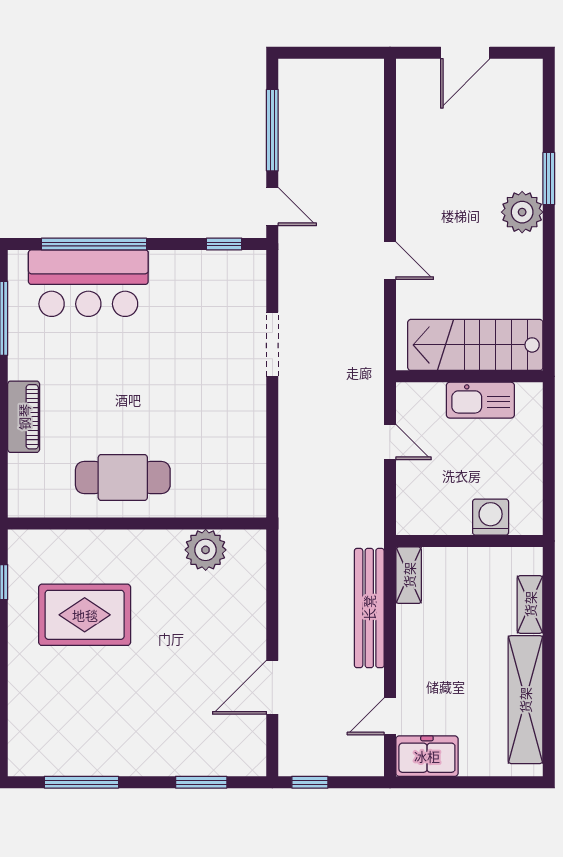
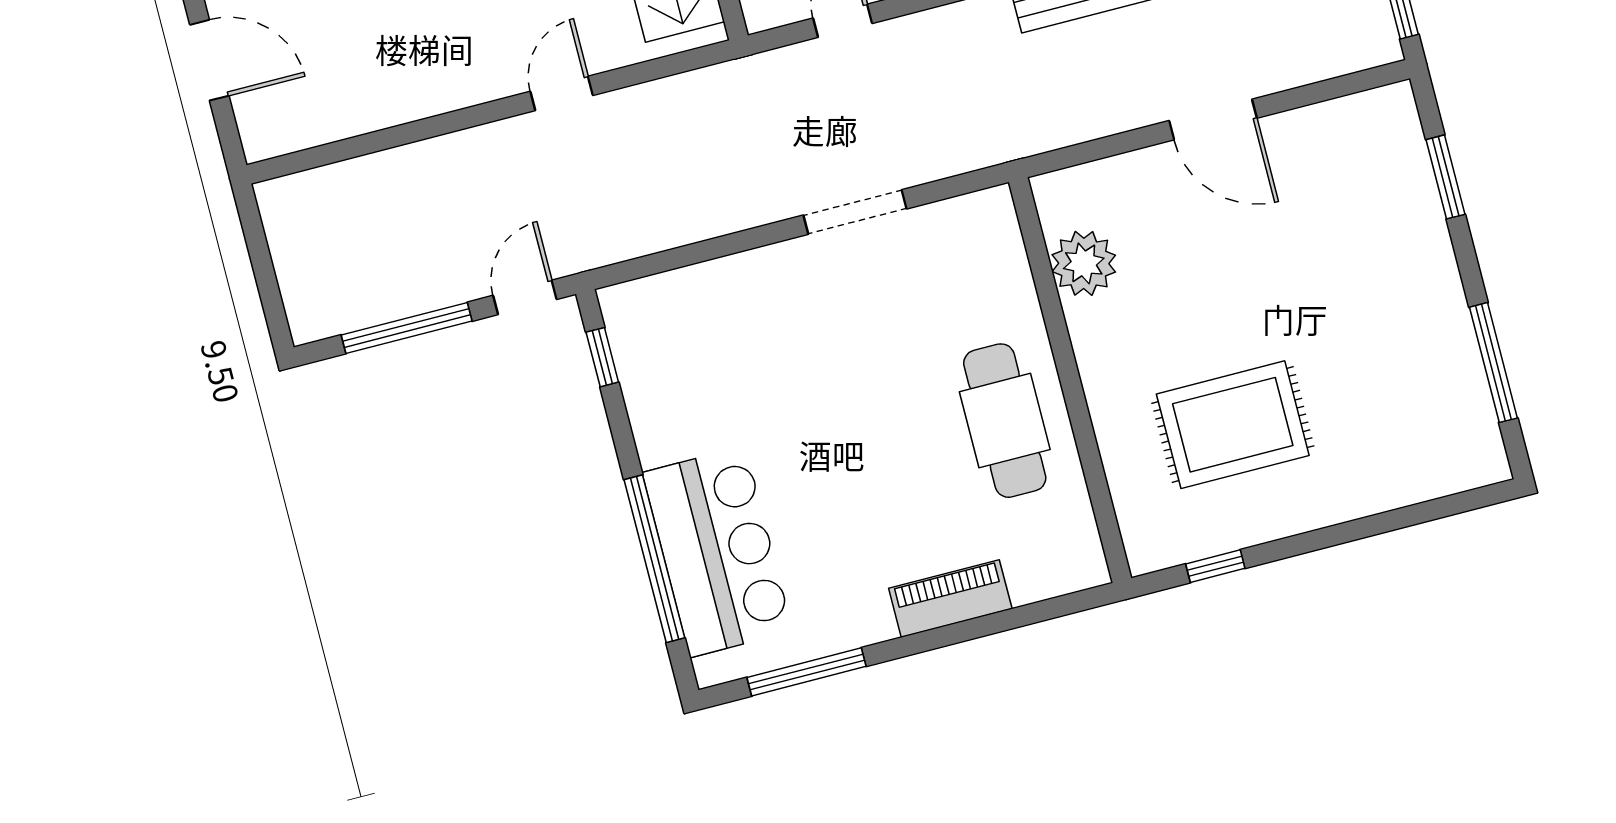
doorway: (272, 344) -> (855, 212), moved
rug: (85, 615) -> (1233, 425), turned 90
door: (272, 687) -> (1213, 119), moved

